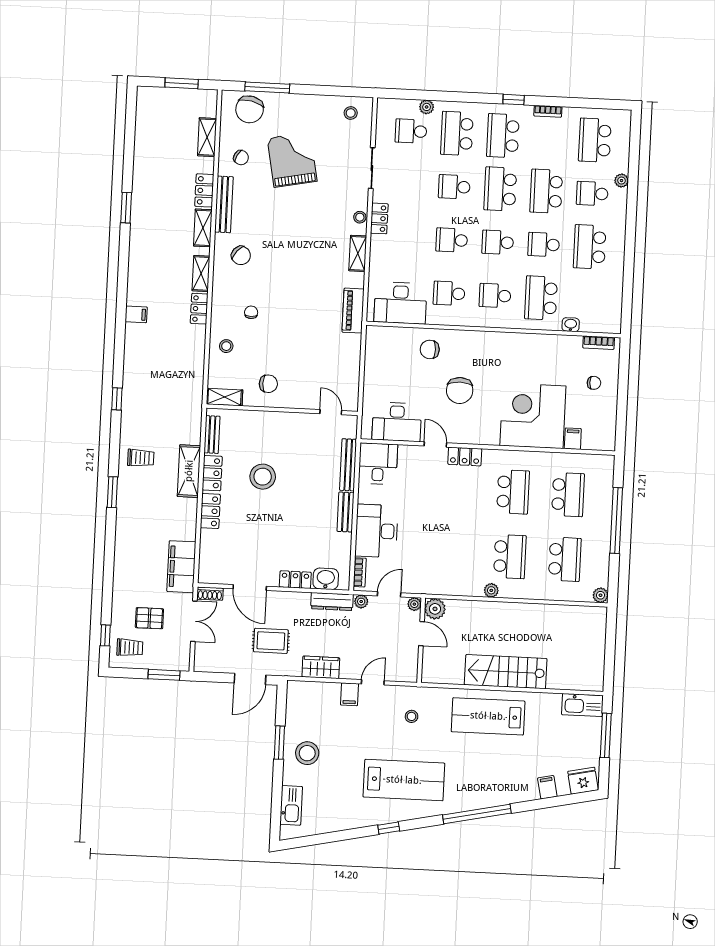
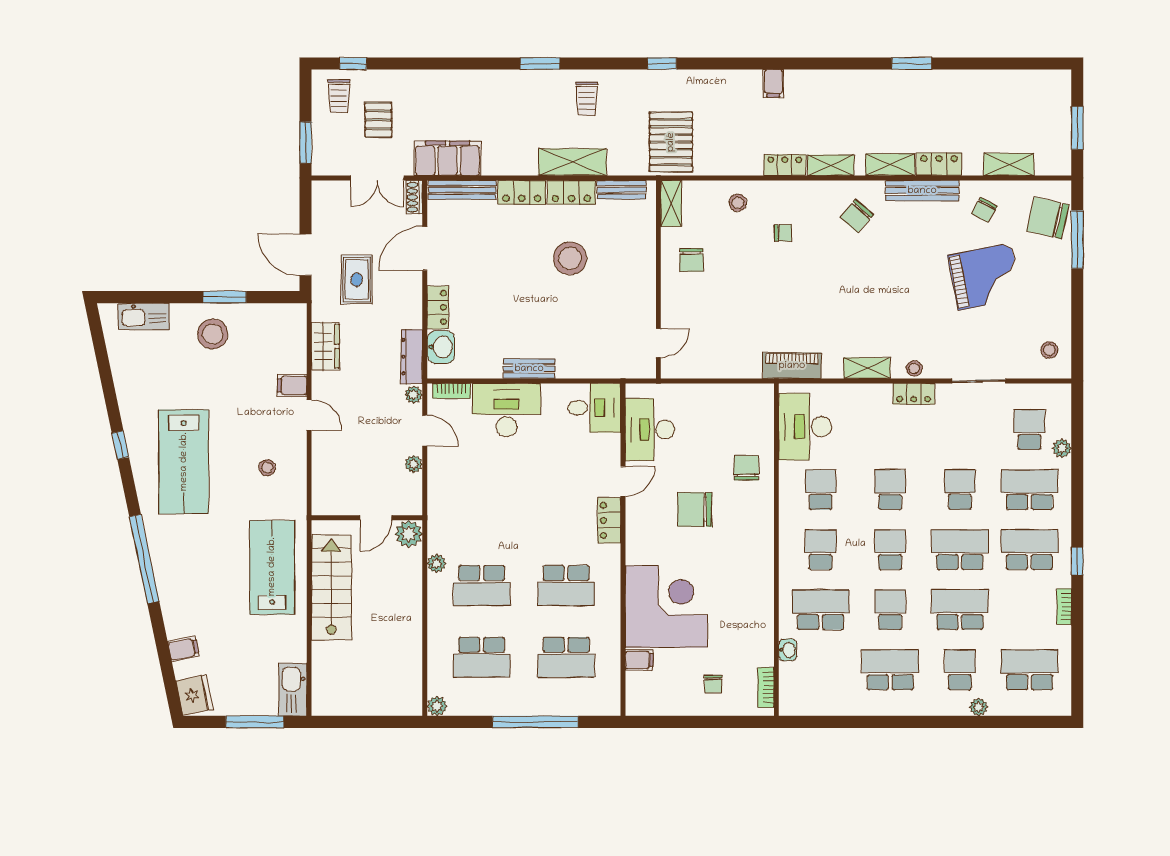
pallet: (177, 395) -> (671, 142), added
bench: (348, 465) -> (462, 190), moved
plant: (435, 609) -> (409, 534), moved
door: (421, 634) -> (376, 518), moved
wall: (421, 640) -> (367, 518), moved

